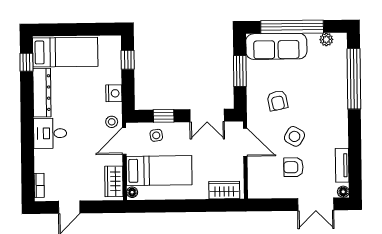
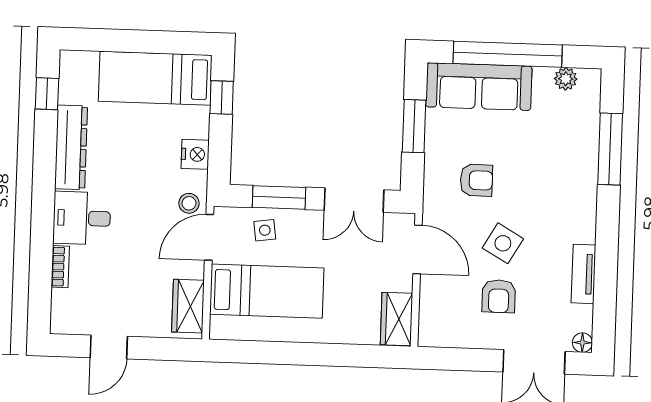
bed: (65, 52) -> (155, 78), moved, turned 180
window: (354, 79) -> (610, 149), width x0.68
armchair: (277, 101) -> (476, 180), turned -79
window: (164, 116) -> (279, 197), width x1.50
tv unit: (342, 165) -> (583, 274), moved
armchair: (294, 167) -> (499, 296), turned -90
bookcase: (39, 185) -> (60, 267), moved
wardrobe: (224, 190) -> (396, 319), moved, turned -90
floor lamp: (132, 192) -> (219, 326), removed

